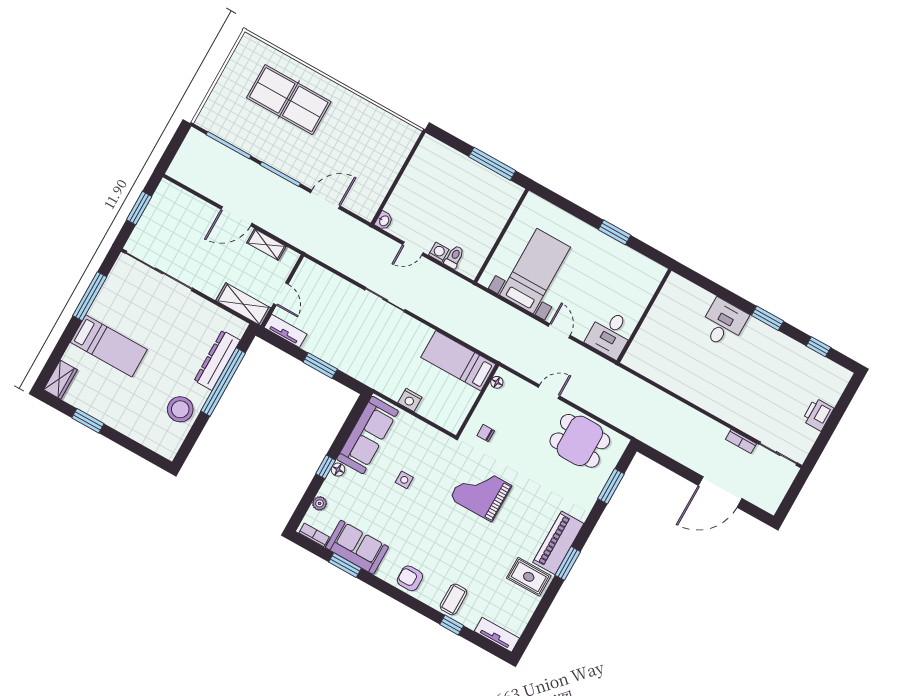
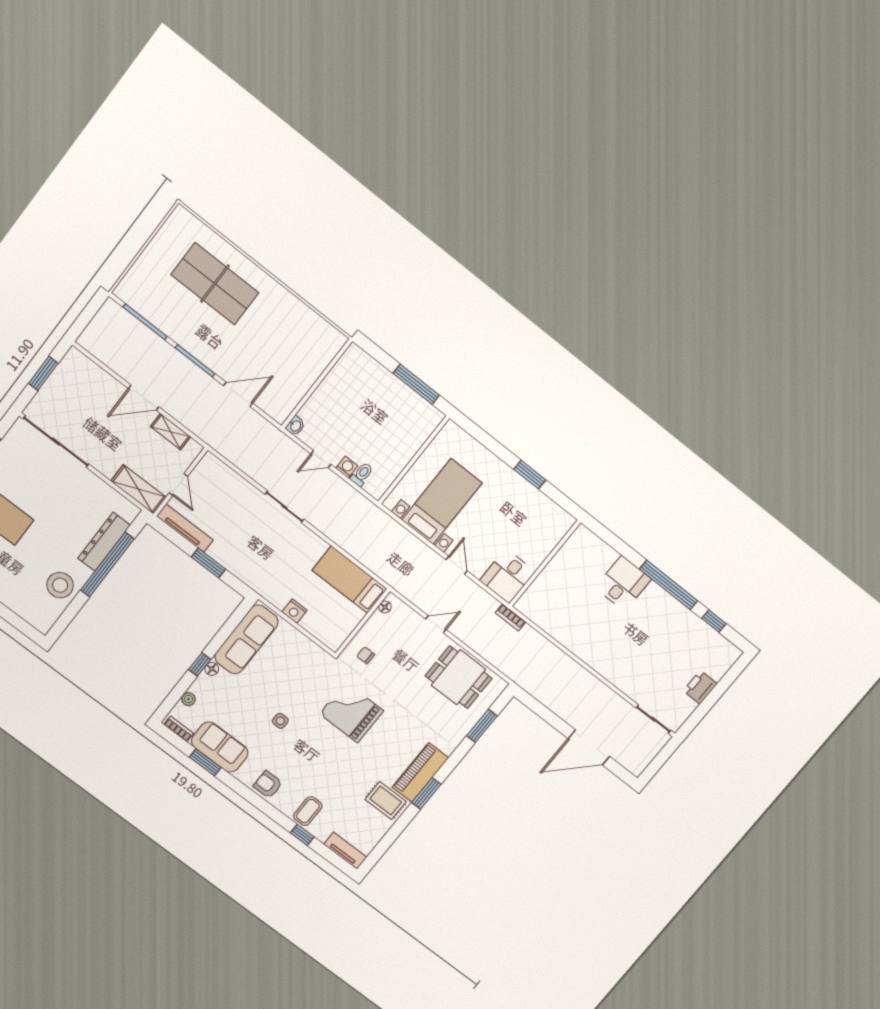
window: (768, 318) -> (669, 585), width x2.11
tv unit: (285, 331) -> (185, 528), width x1.41
bookcase: (741, 441) -> (511, 617), moved
side table: (404, 480) -> (280, 721), moved

